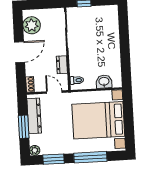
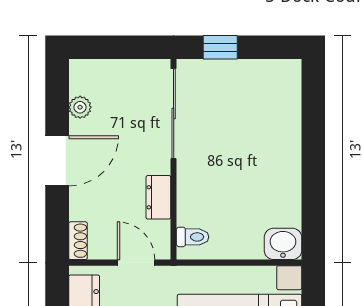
plant: (32, 25) -> (80, 107), width x0.53, depth x0.53
washbasin: (104, 82) -> (283, 244), moved

